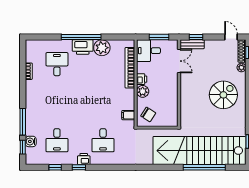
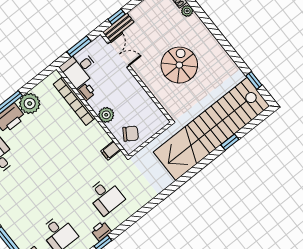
printer: (142, 79) -> (86, 92), moved
spiral stairs: (223, 95) -> (179, 65), moved
window: (204, 167) -> (230, 142), width x0.32

